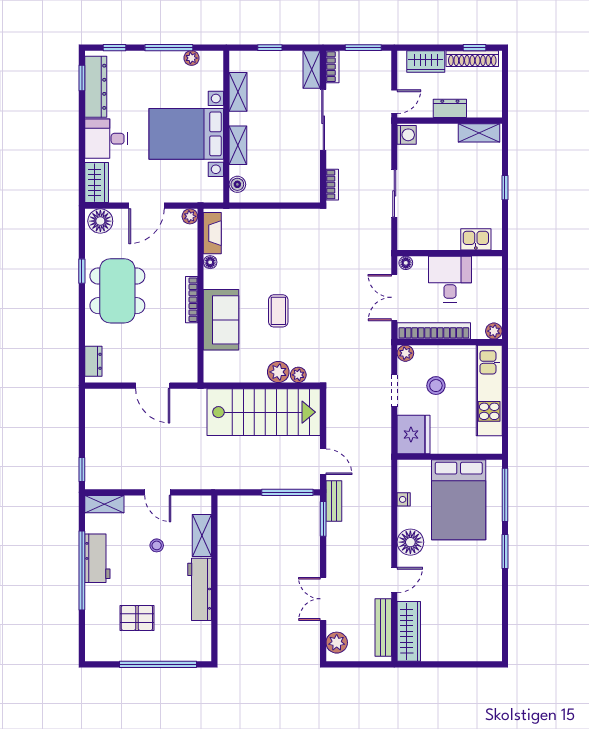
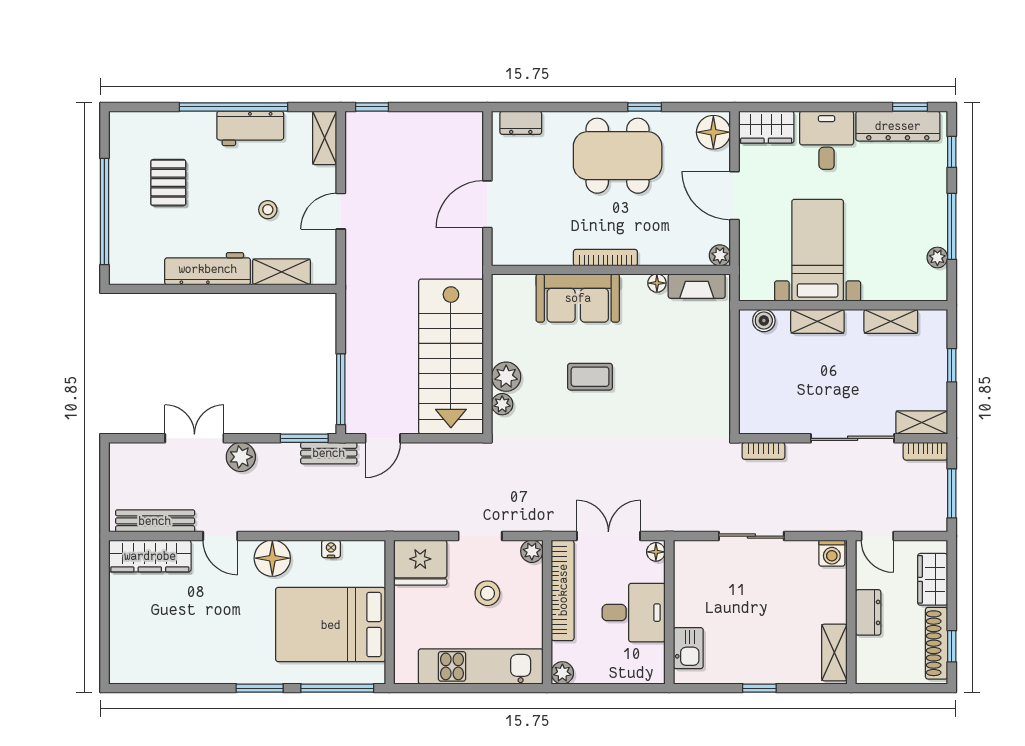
bed with nightstands: (186, 134) -> (818, 250), width x0.73
plant: (337, 643) -> (241, 457), moved

